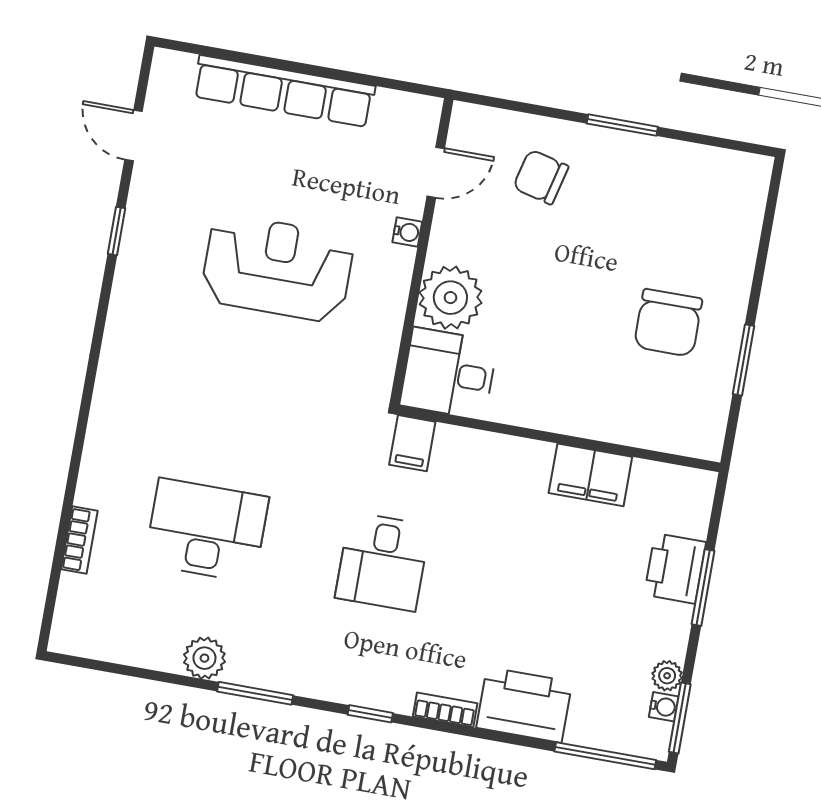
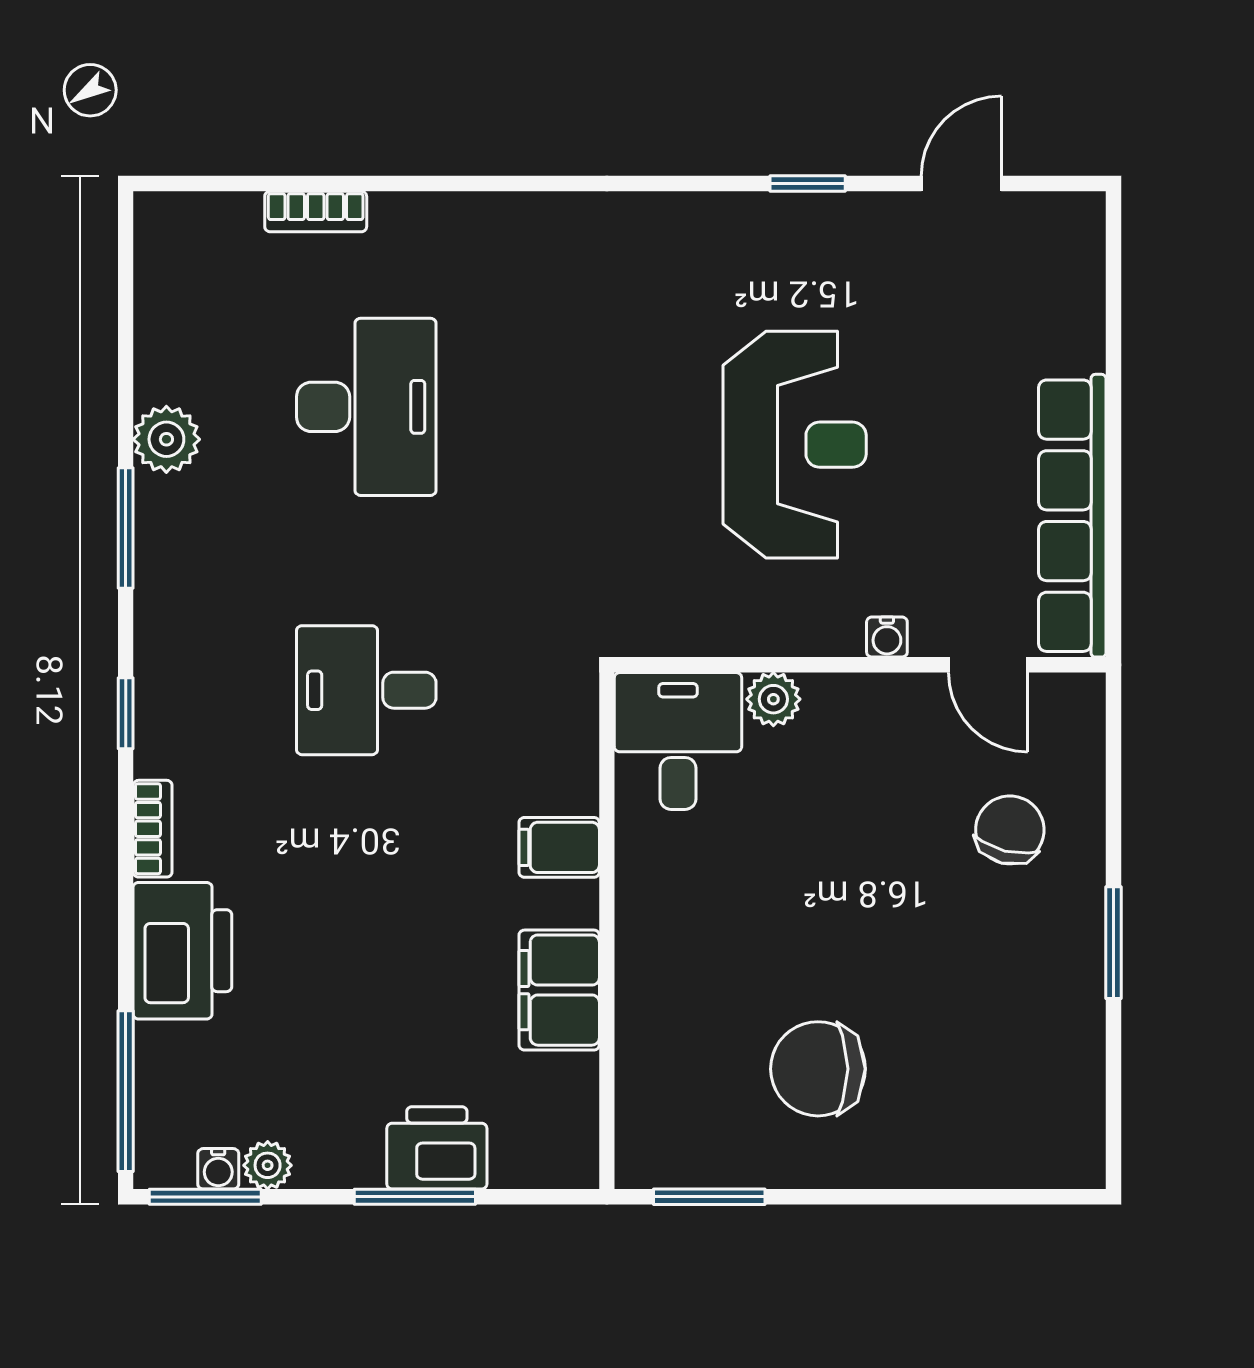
row of seats: (284, 91) -> (1072, 516), moved
plant: (450, 298) -> (773, 699), width x0.53, depth x0.53
window: (744, 360) -> (709, 1197), moved
filing cabinet: (412, 443) -> (559, 847), moved

